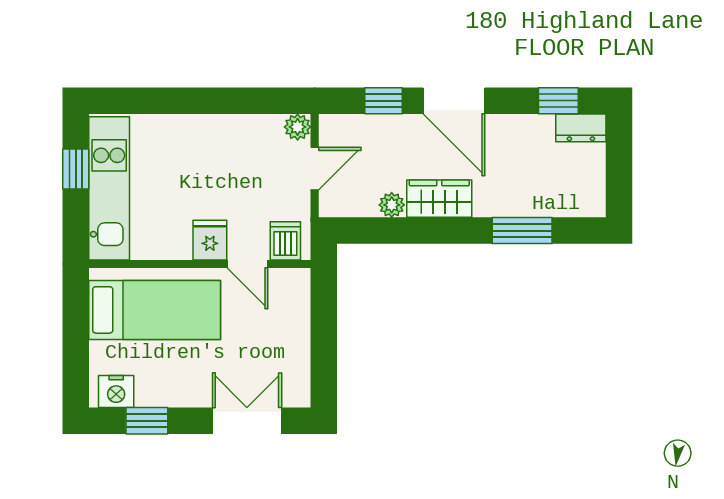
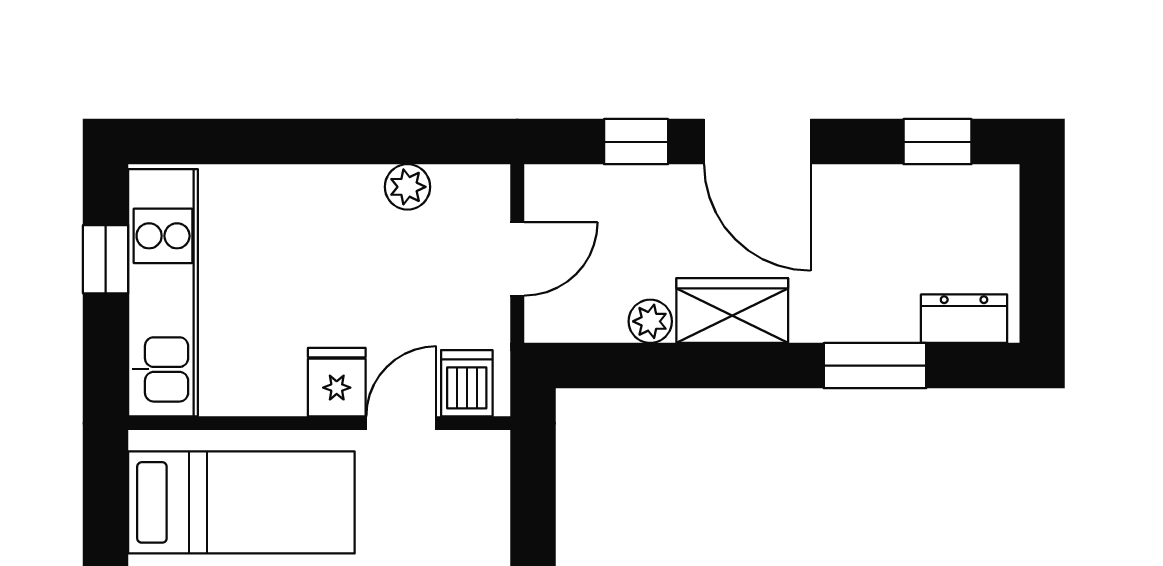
plant: (298, 127) -> (408, 187), moved
dresser: (581, 128) -> (964, 319), moved, turned 180
door: (247, 264) -> (401, 423), swing flipped

